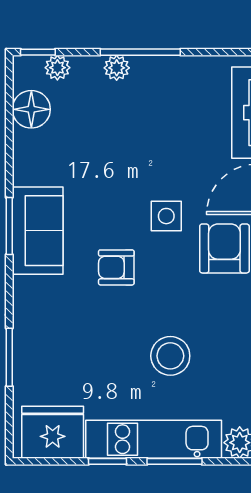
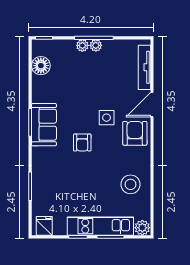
plant: (57, 68) -> (96, 45), moved
armchair: (116, 267) -> (82, 143), turned -90
stool: (170, 356) -> (130, 184), moved
fridge: (53, 432) -> (44, 226), width x0.53, depth x0.75

